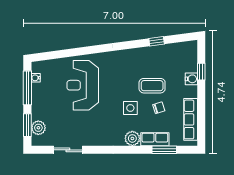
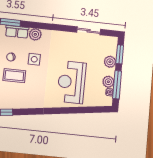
reception desk: (83, 85) -> (71, 82), turned 180
plant: (38, 90) -> (108, 82), added
plant: (38, 128) -> (110, 62), moved

